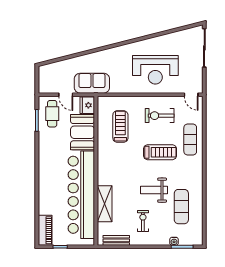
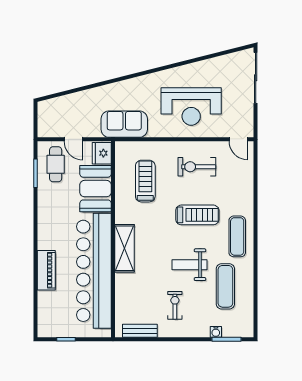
sofa: (92, 83) -> (124, 124), moved
exercise mat: (190, 139) -> (237, 236), moved
shelving: (105, 204) -> (124, 248), moved
piano: (45, 230) -> (46, 270), moved

